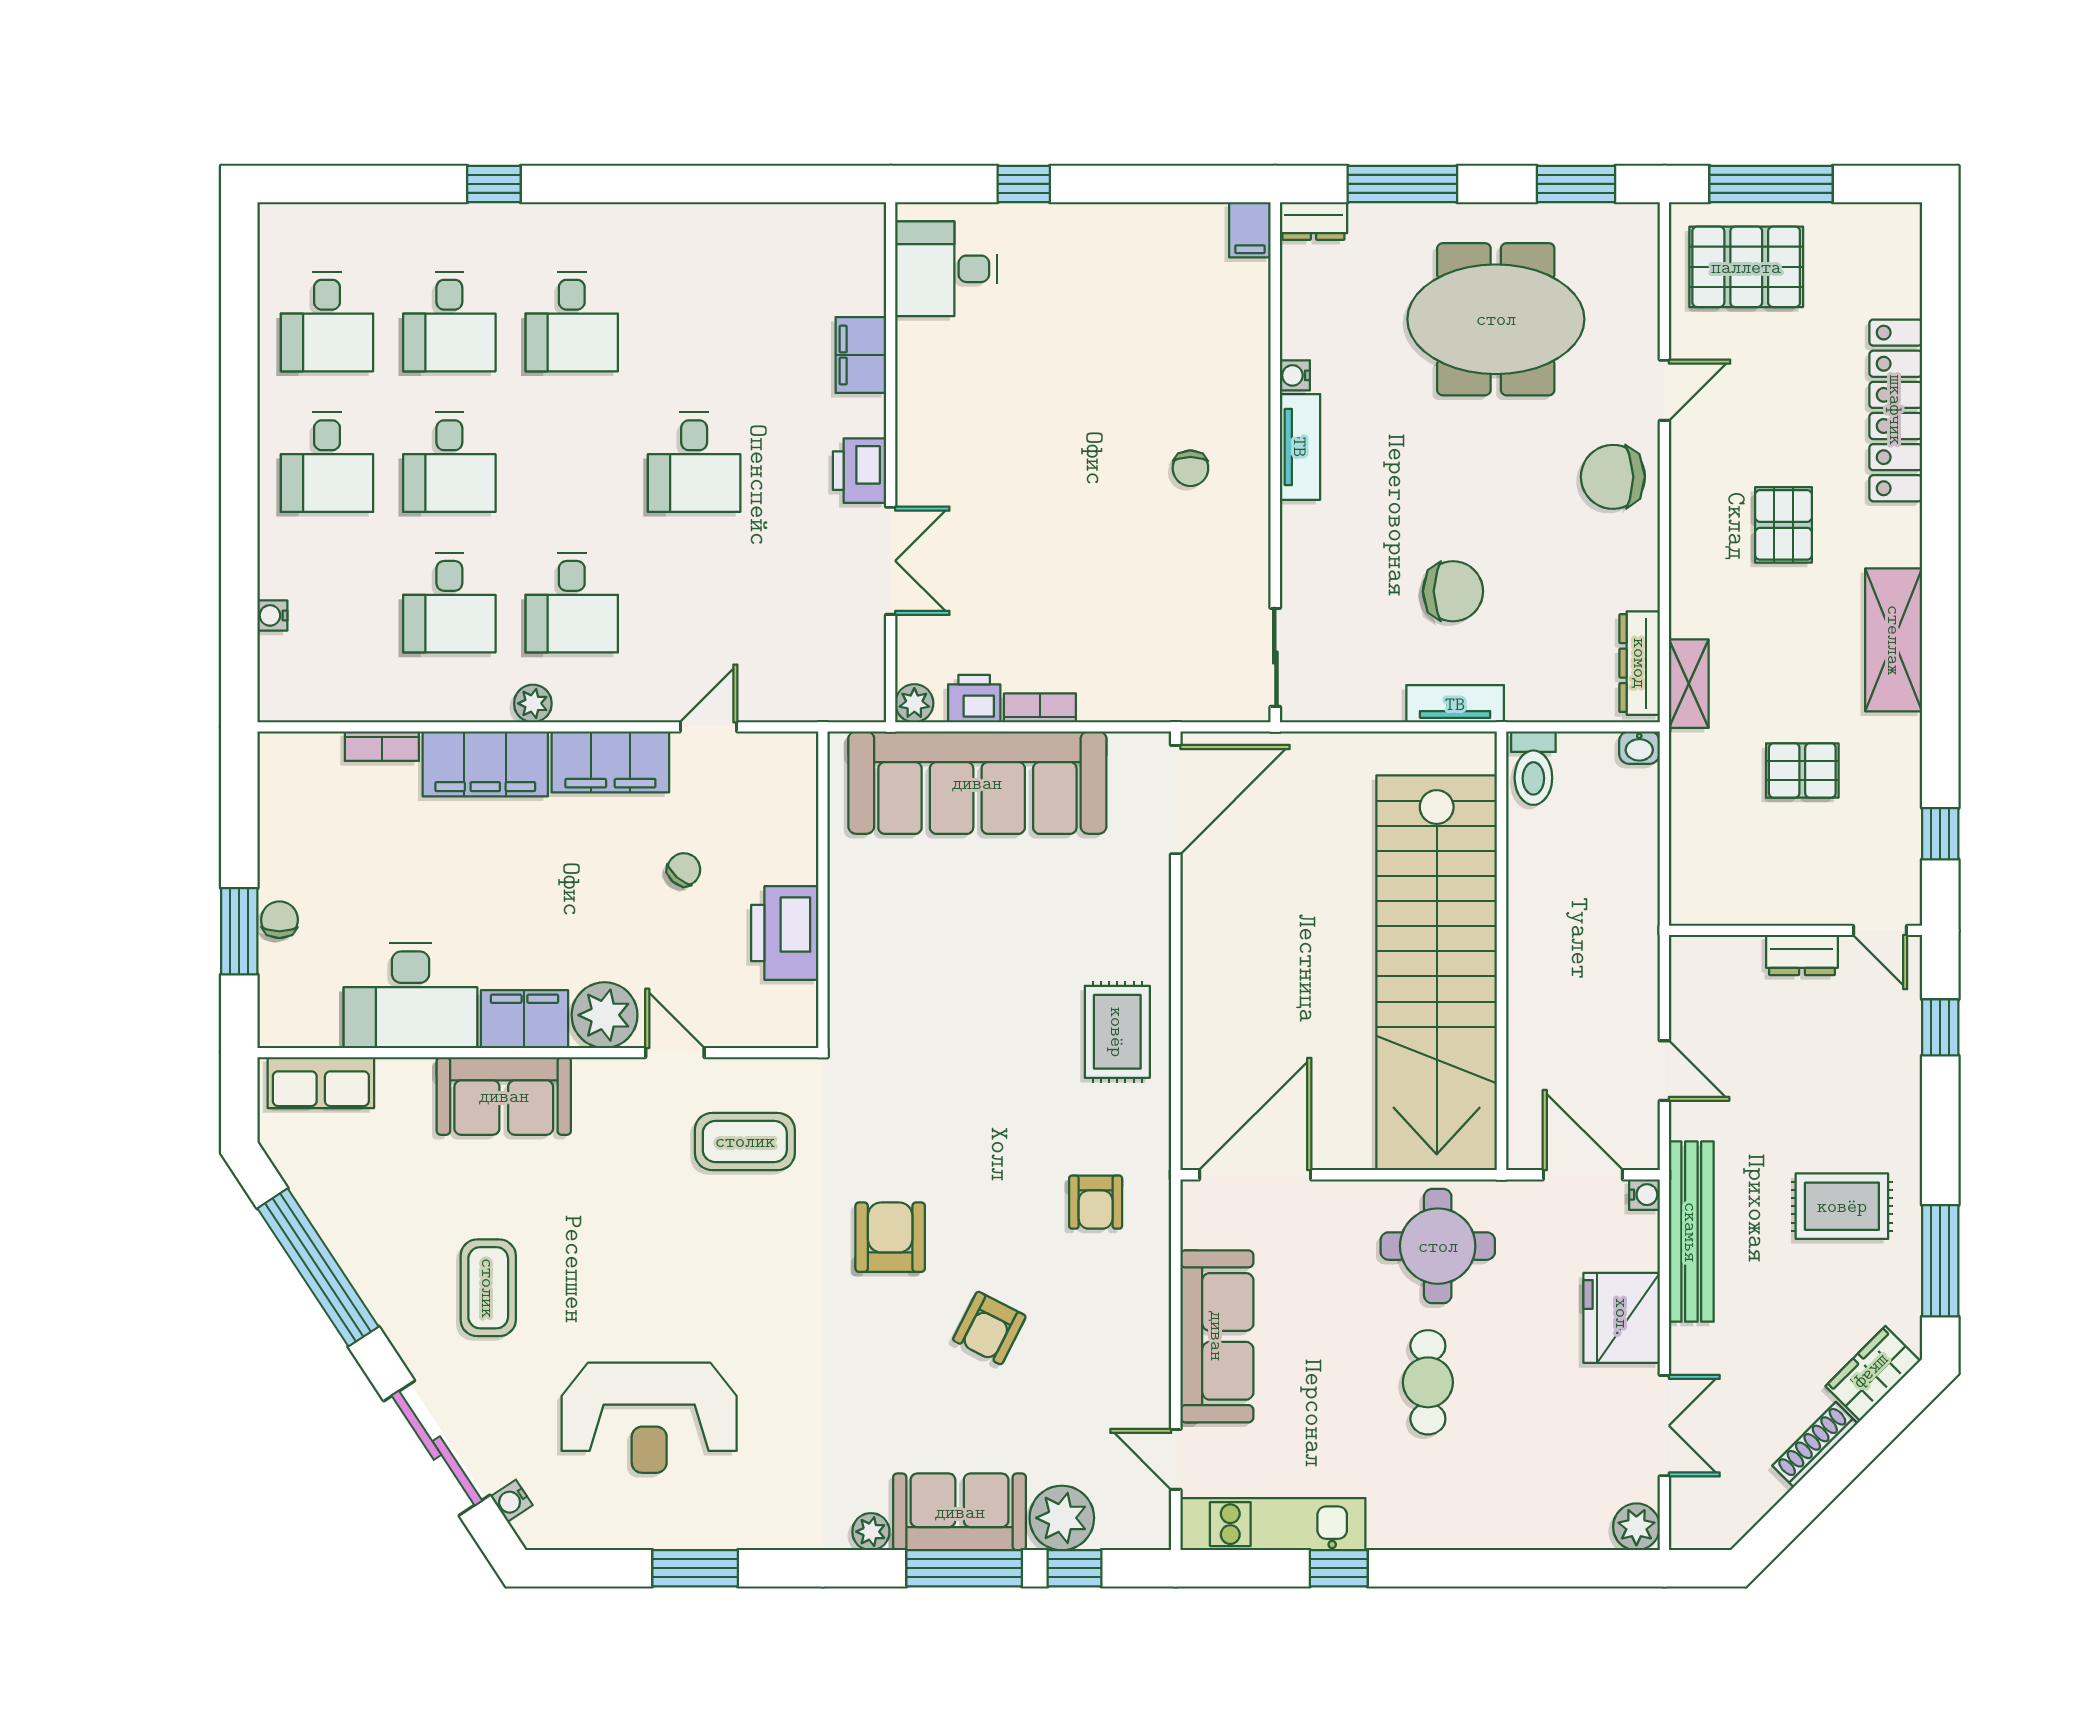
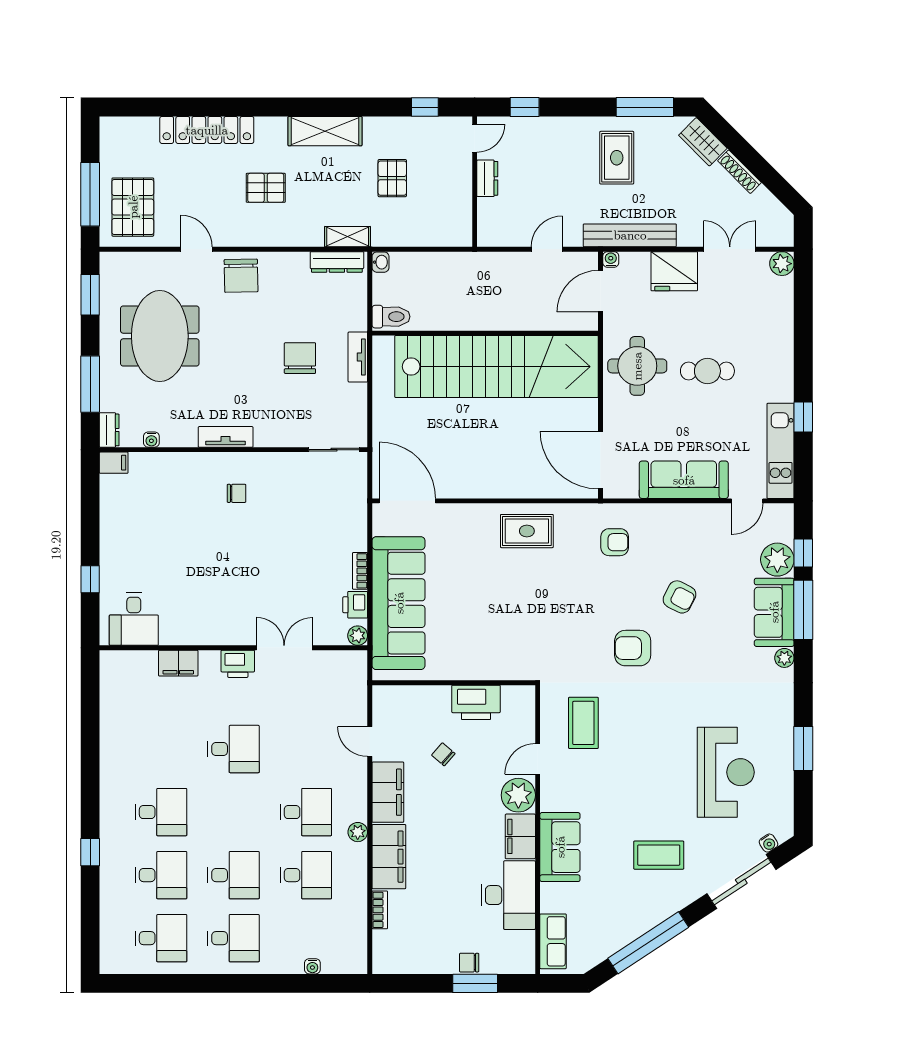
water cooler: (1295, 375) -> (151, 440), moved

